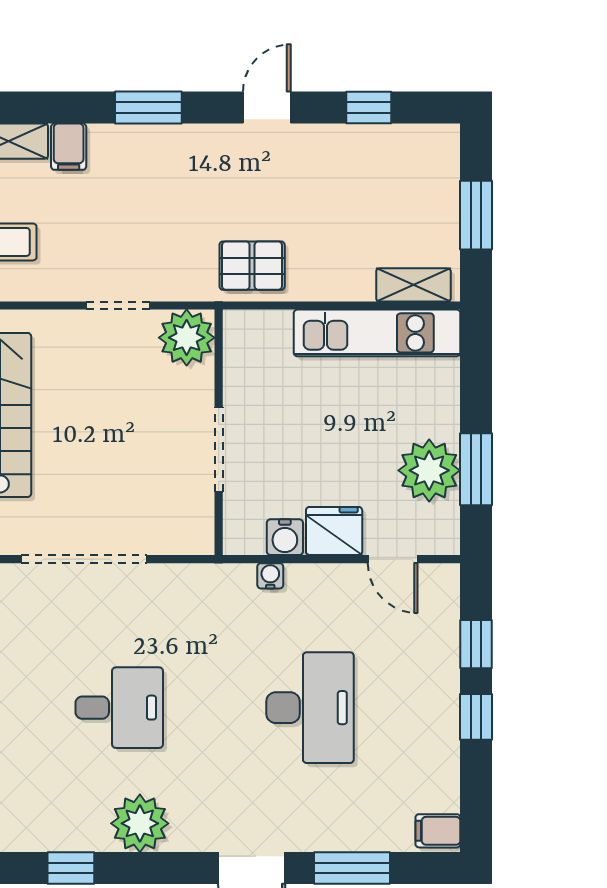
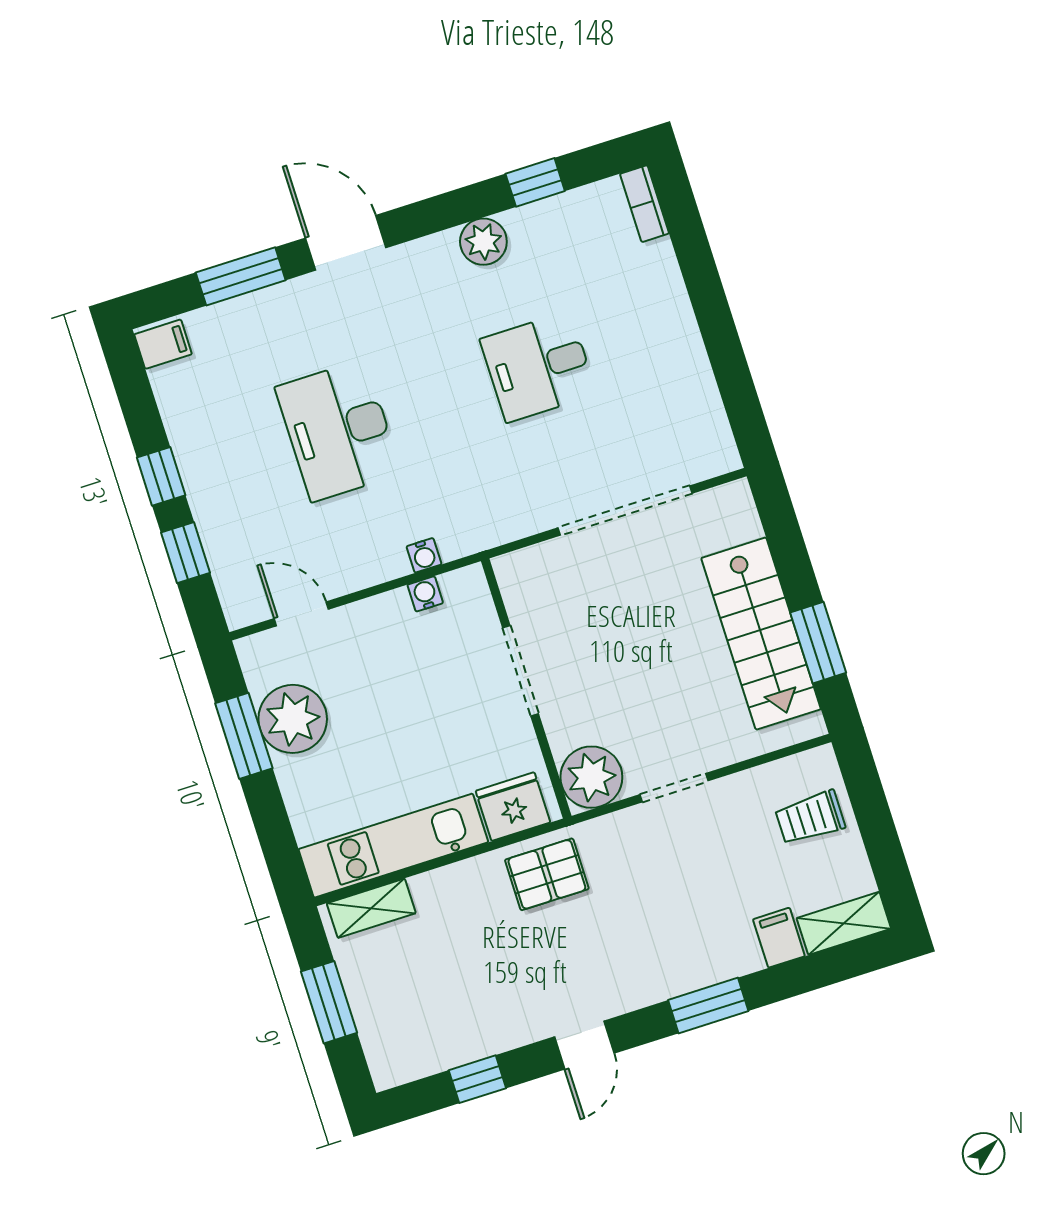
fridge: (334, 531) -> (513, 807), moved, turned 180
water cooler: (285, 537) -> (425, 594), width x0.72, depth x0.72
plant: (140, 823) -> (483, 242), width x0.73, depth x0.73

